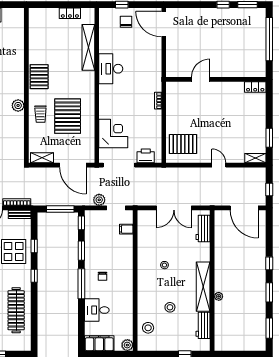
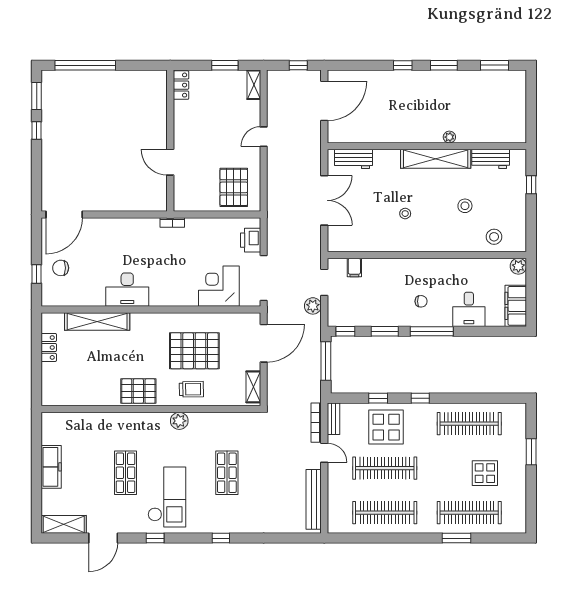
door: (201, 79) -> (170, 162), moved
wall: (216, 79) -> (170, 141), moved
locker: (255, 87) -> (181, 85), moved

